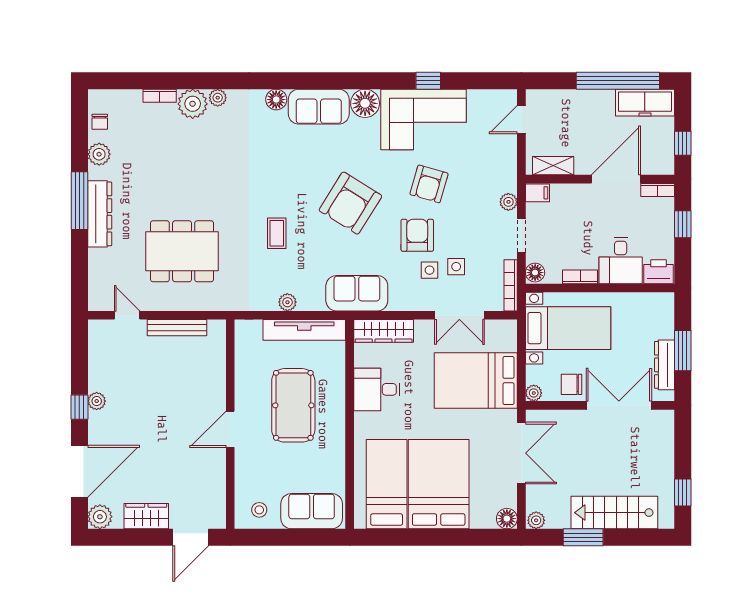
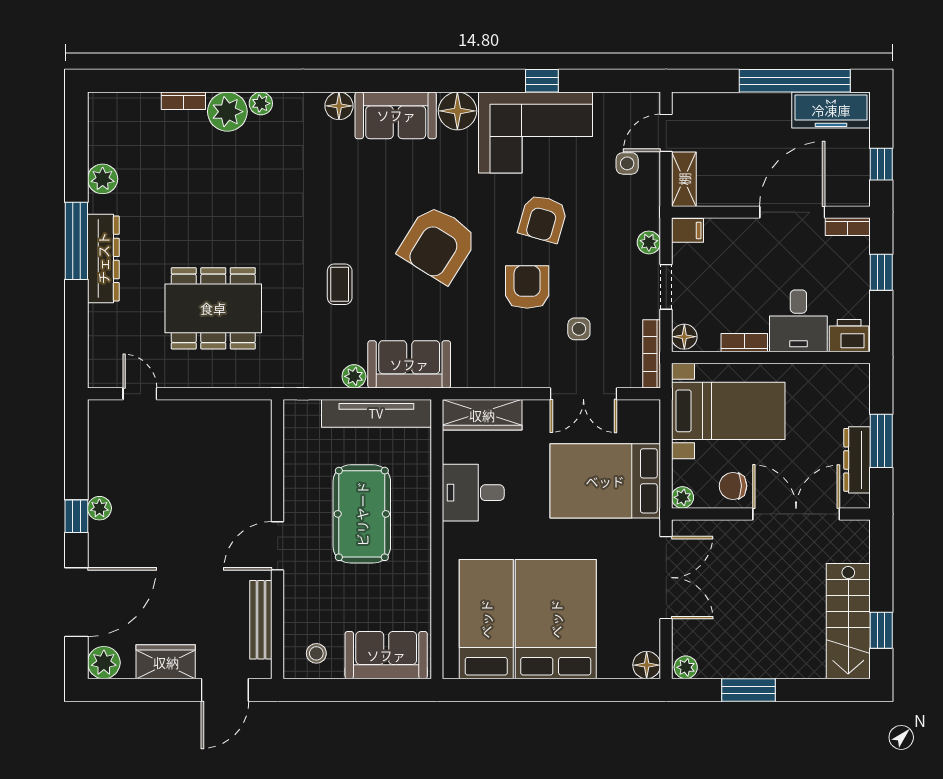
chair: (100, 122) -> (103, 136), removed
shelving: (553, 166) -> (684, 179), moved, turned 90
side table: (430, 270) -> (627, 163), moved
sofa: (357, 293) -> (409, 364), moved
bench: (177, 328) -> (261, 620), moved, turned 90
stairs: (614, 513) -> (848, 621), moved, turned -90

